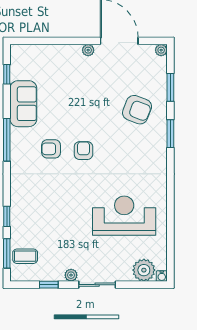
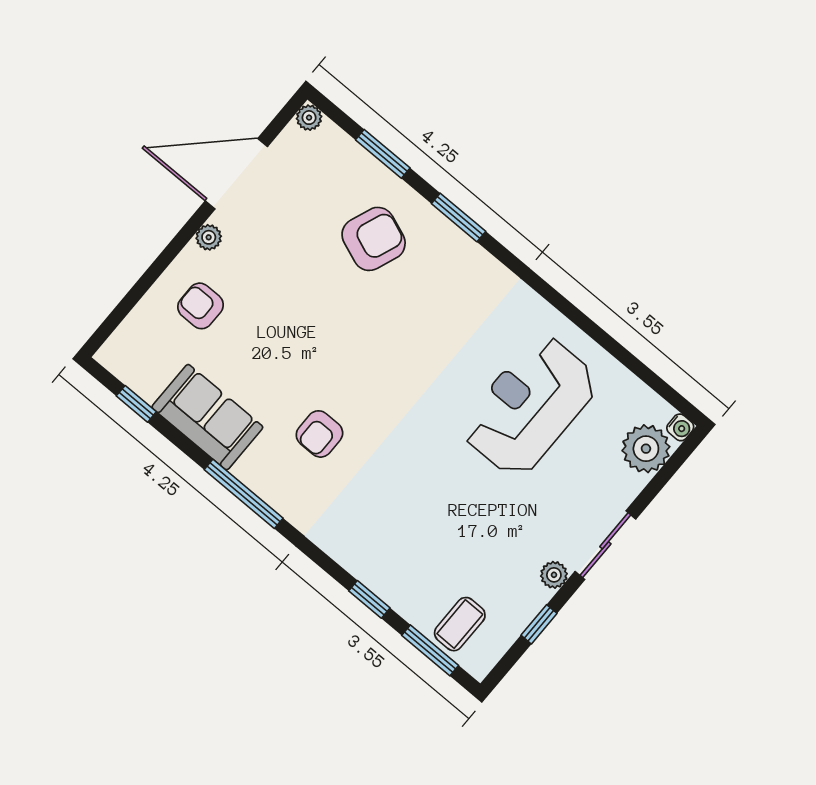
armchair: (83, 151) -> (201, 306), moved

